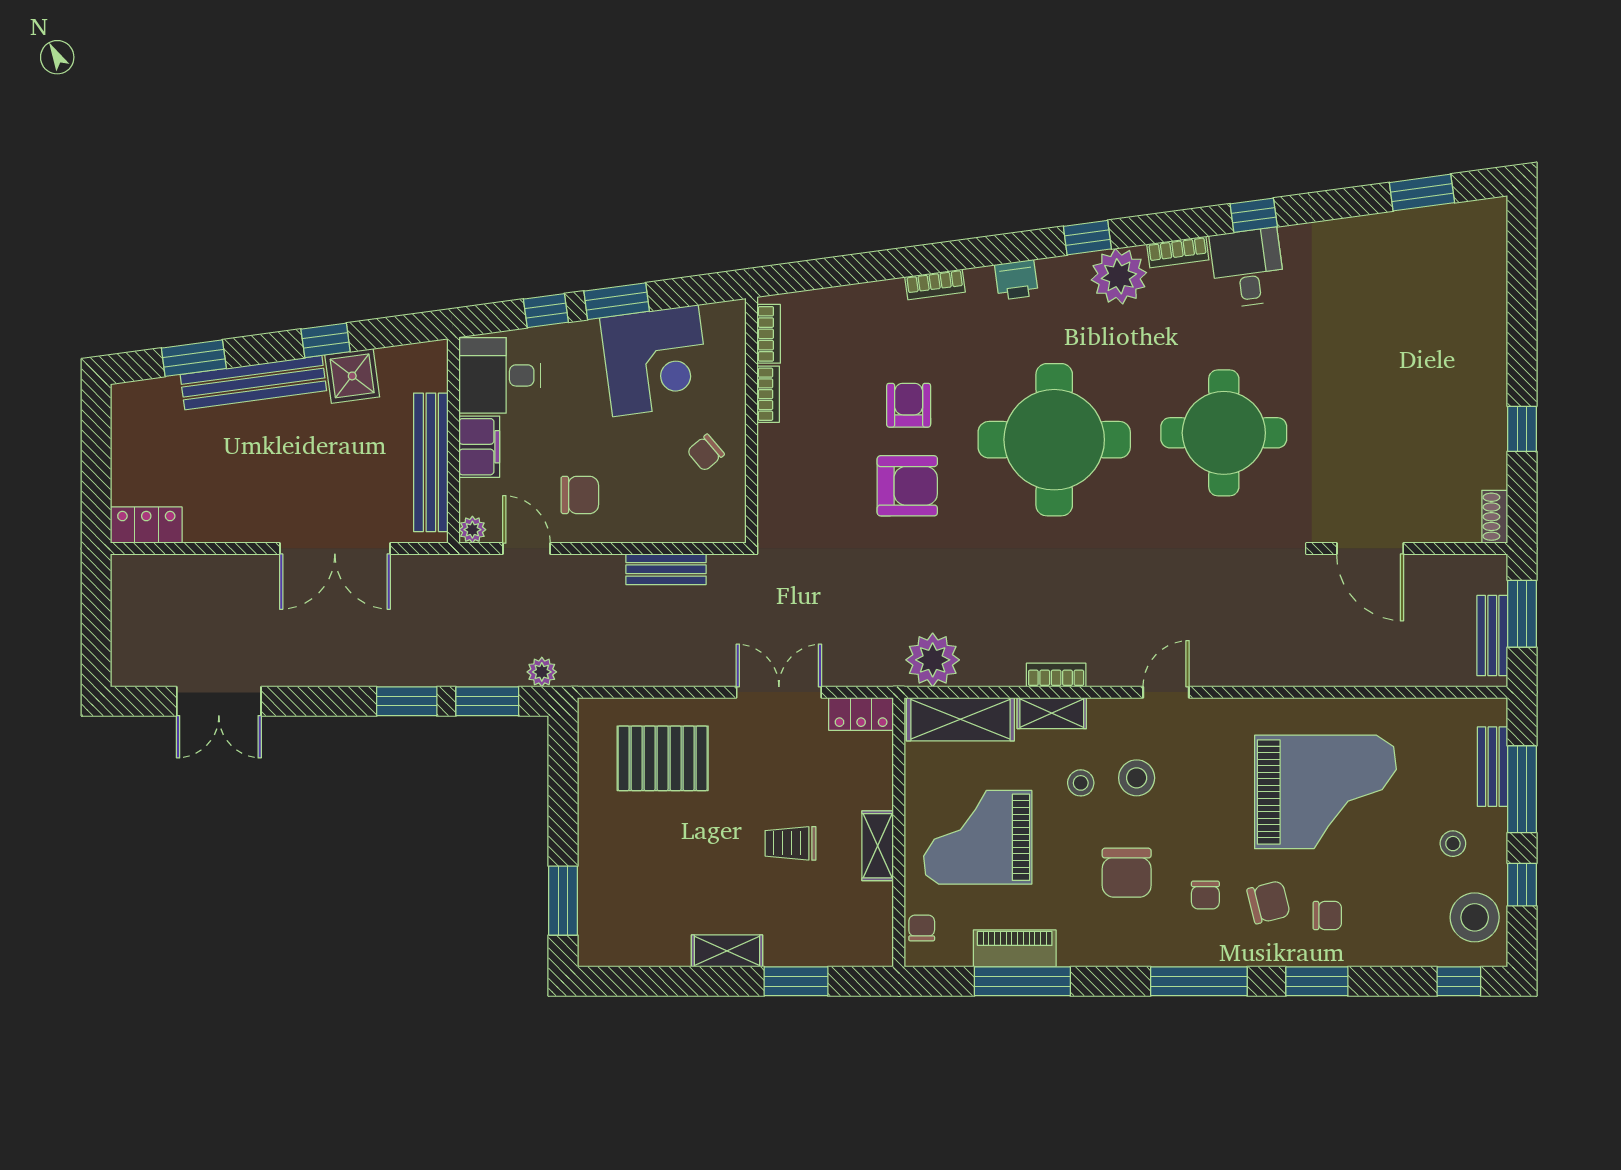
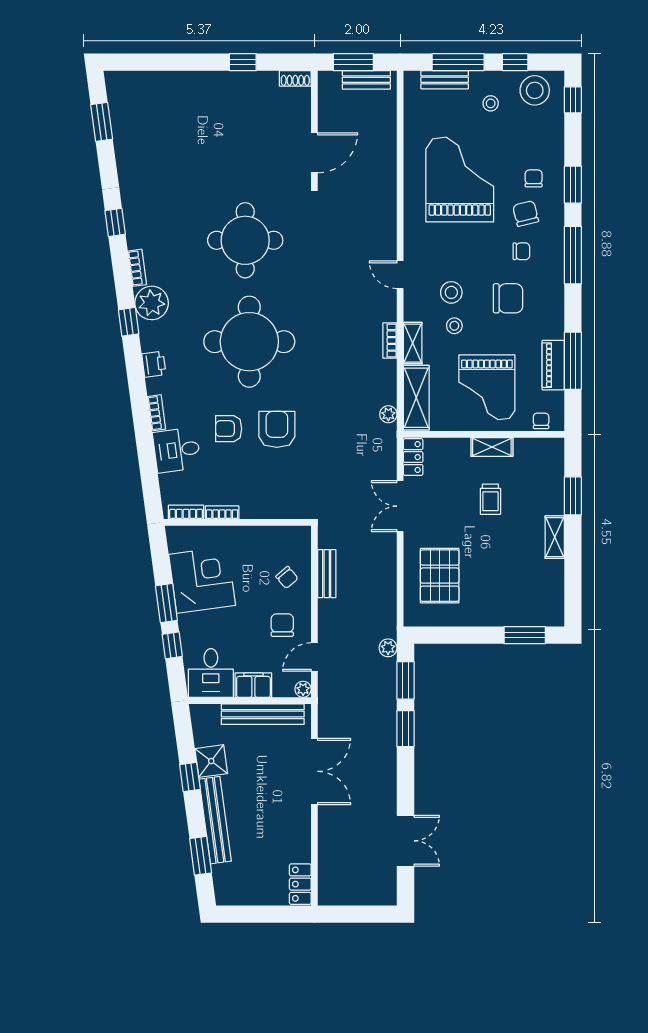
desk: (1248, 268) -> (177, 450), moved
chair: (706, 453) -> (287, 577), moved
plant: (933, 660) -> (388, 414), width x0.53, depth x0.53
chair: (922, 928) -> (541, 421), turned 90

